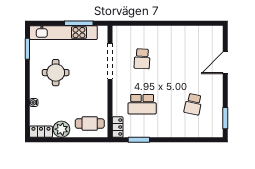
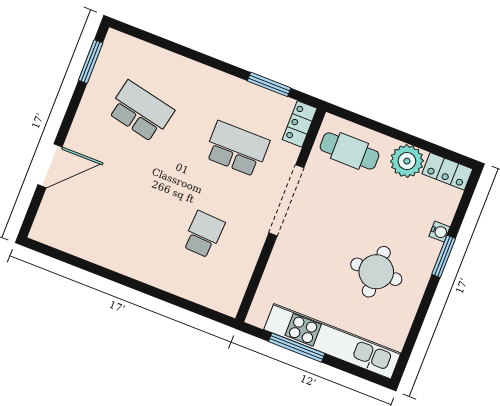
window: (27, 49) -> (444, 256), moved
doorway: (110, 61) -> (286, 200), moved
school desk: (193, 104) -> (141, 111), width x1.85

